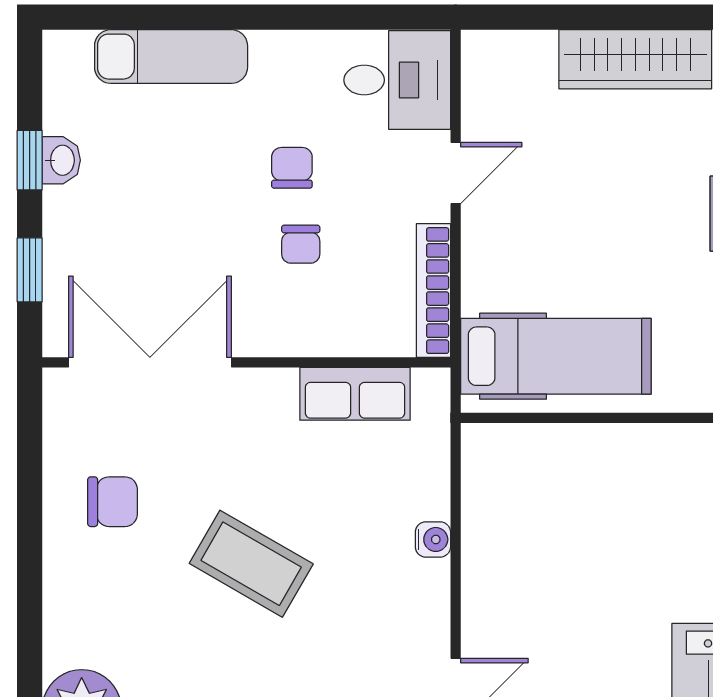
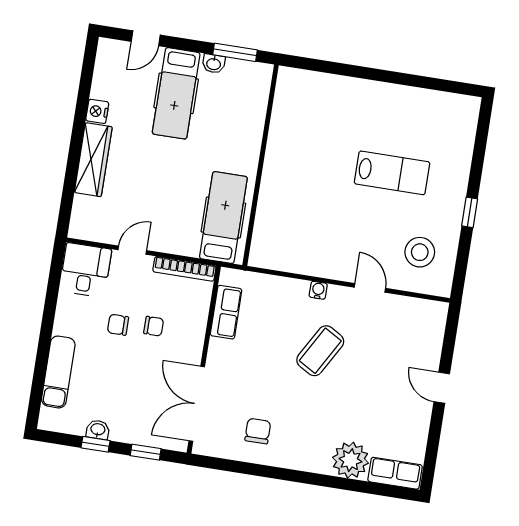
door: (456, 173) -> (132, 250), hinge flipped
water cooler: (433, 539) -> (318, 290), moved
coffee table: (251, 564) -> (320, 351), moved

